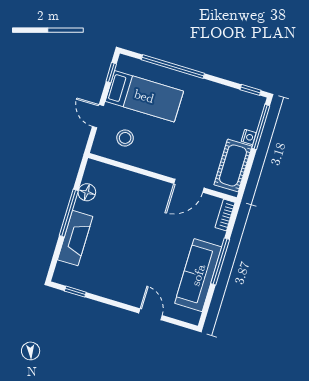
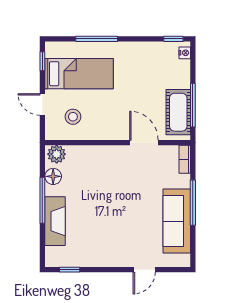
window: (173, 67) -> (97, 39), width x0.68
window: (261, 127) -> (193, 105), moved
nightstand: (249, 137) -> (185, 53), moved
plant: (97, 171) -> (57, 154), added
door: (189, 186) -> (144, 143), swing flipped
door: (150, 314) -> (144, 270), swing flipped

